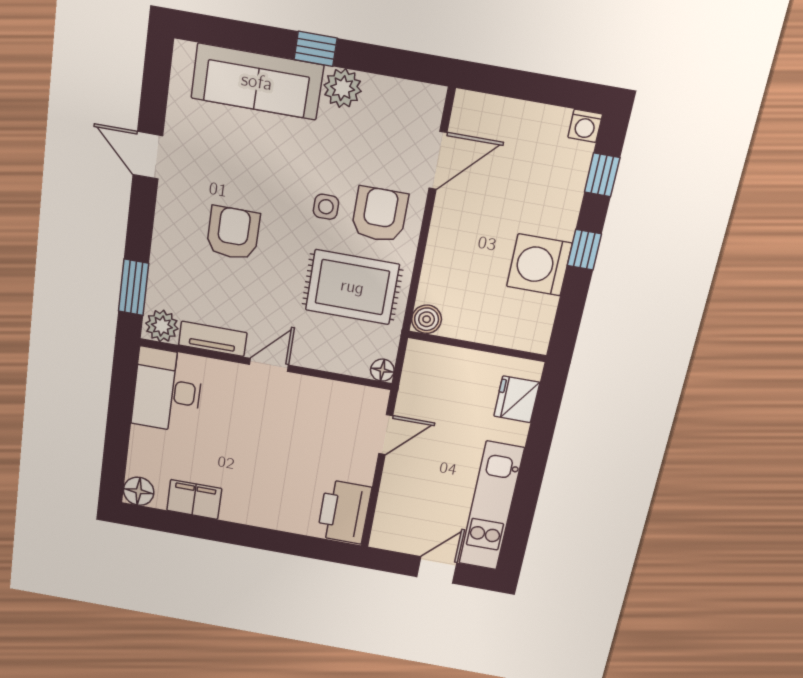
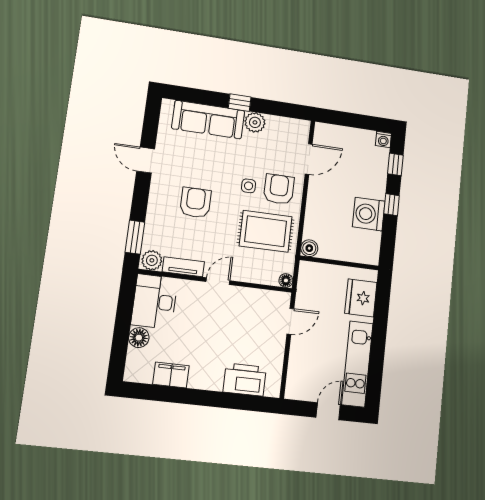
fridge: (517, 399) -> (361, 298), width x1.36, depth x1.34
floor lamp: (139, 491) -> (139, 338), moved
printer: (344, 512) -> (245, 380), moved, turned 90

